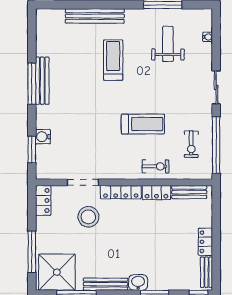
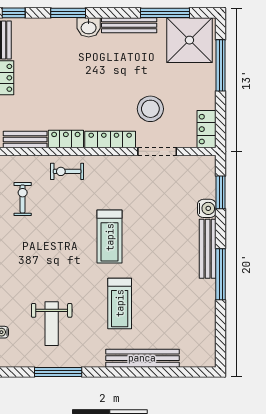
bench: (42, 81) -> (208, 249), moved
treadmill: (143, 124) -> (110, 237), moved, turned -90

